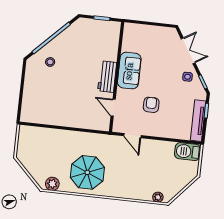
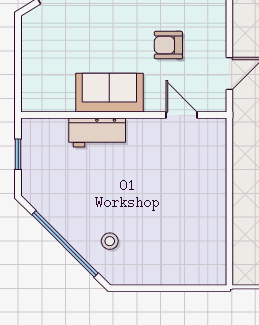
workbench: (107, 77) -> (97, 132), moved
door: (113, 108) -> (182, 115), swing flipped

